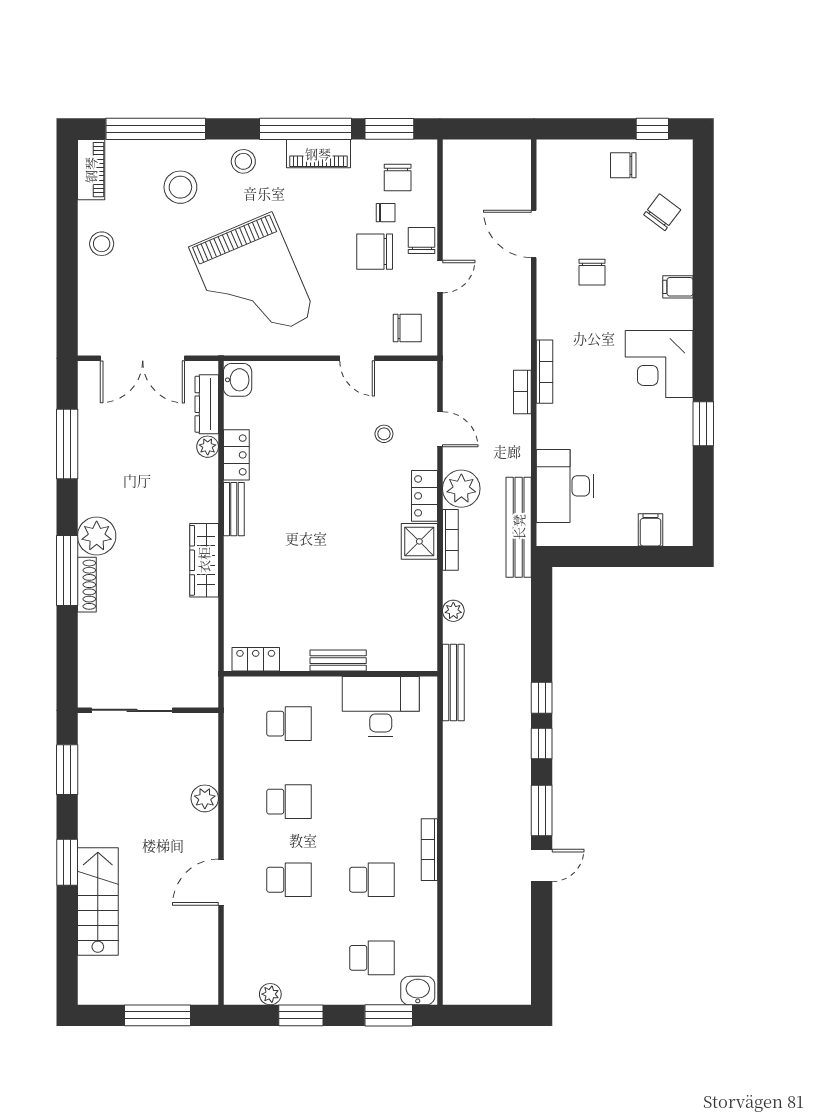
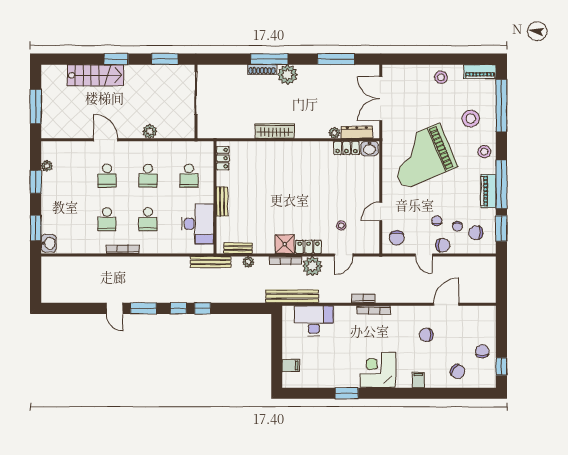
chair: (375, 252) -> (437, 221), width x0.54, depth x0.54
locker: (236, 455) -> (346, 148), moved
bench: (234, 509) -> (238, 248), moved
school desk: (372, 958) -> (148, 219), moved

